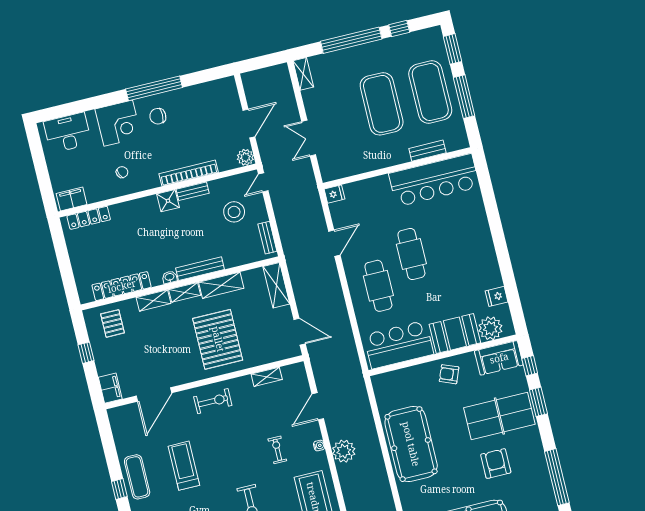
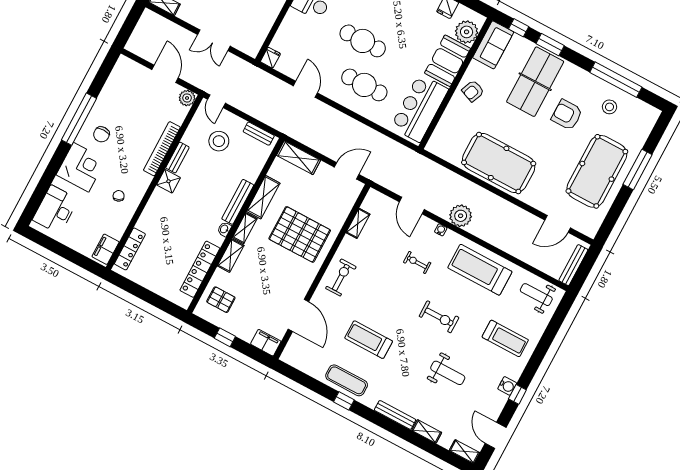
stool: (531, 491) -> (609, 107), added

